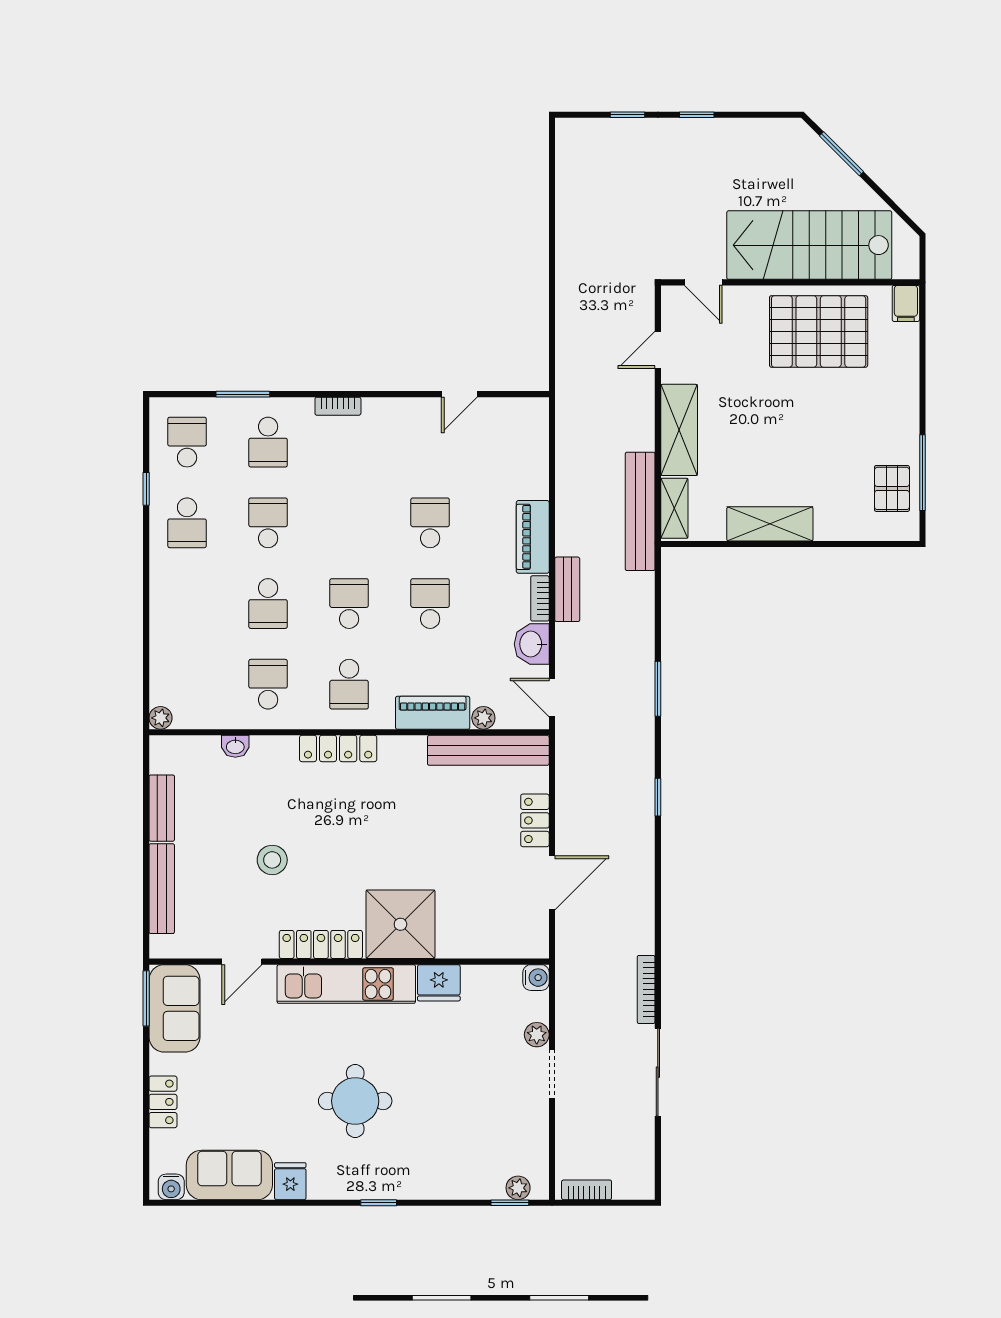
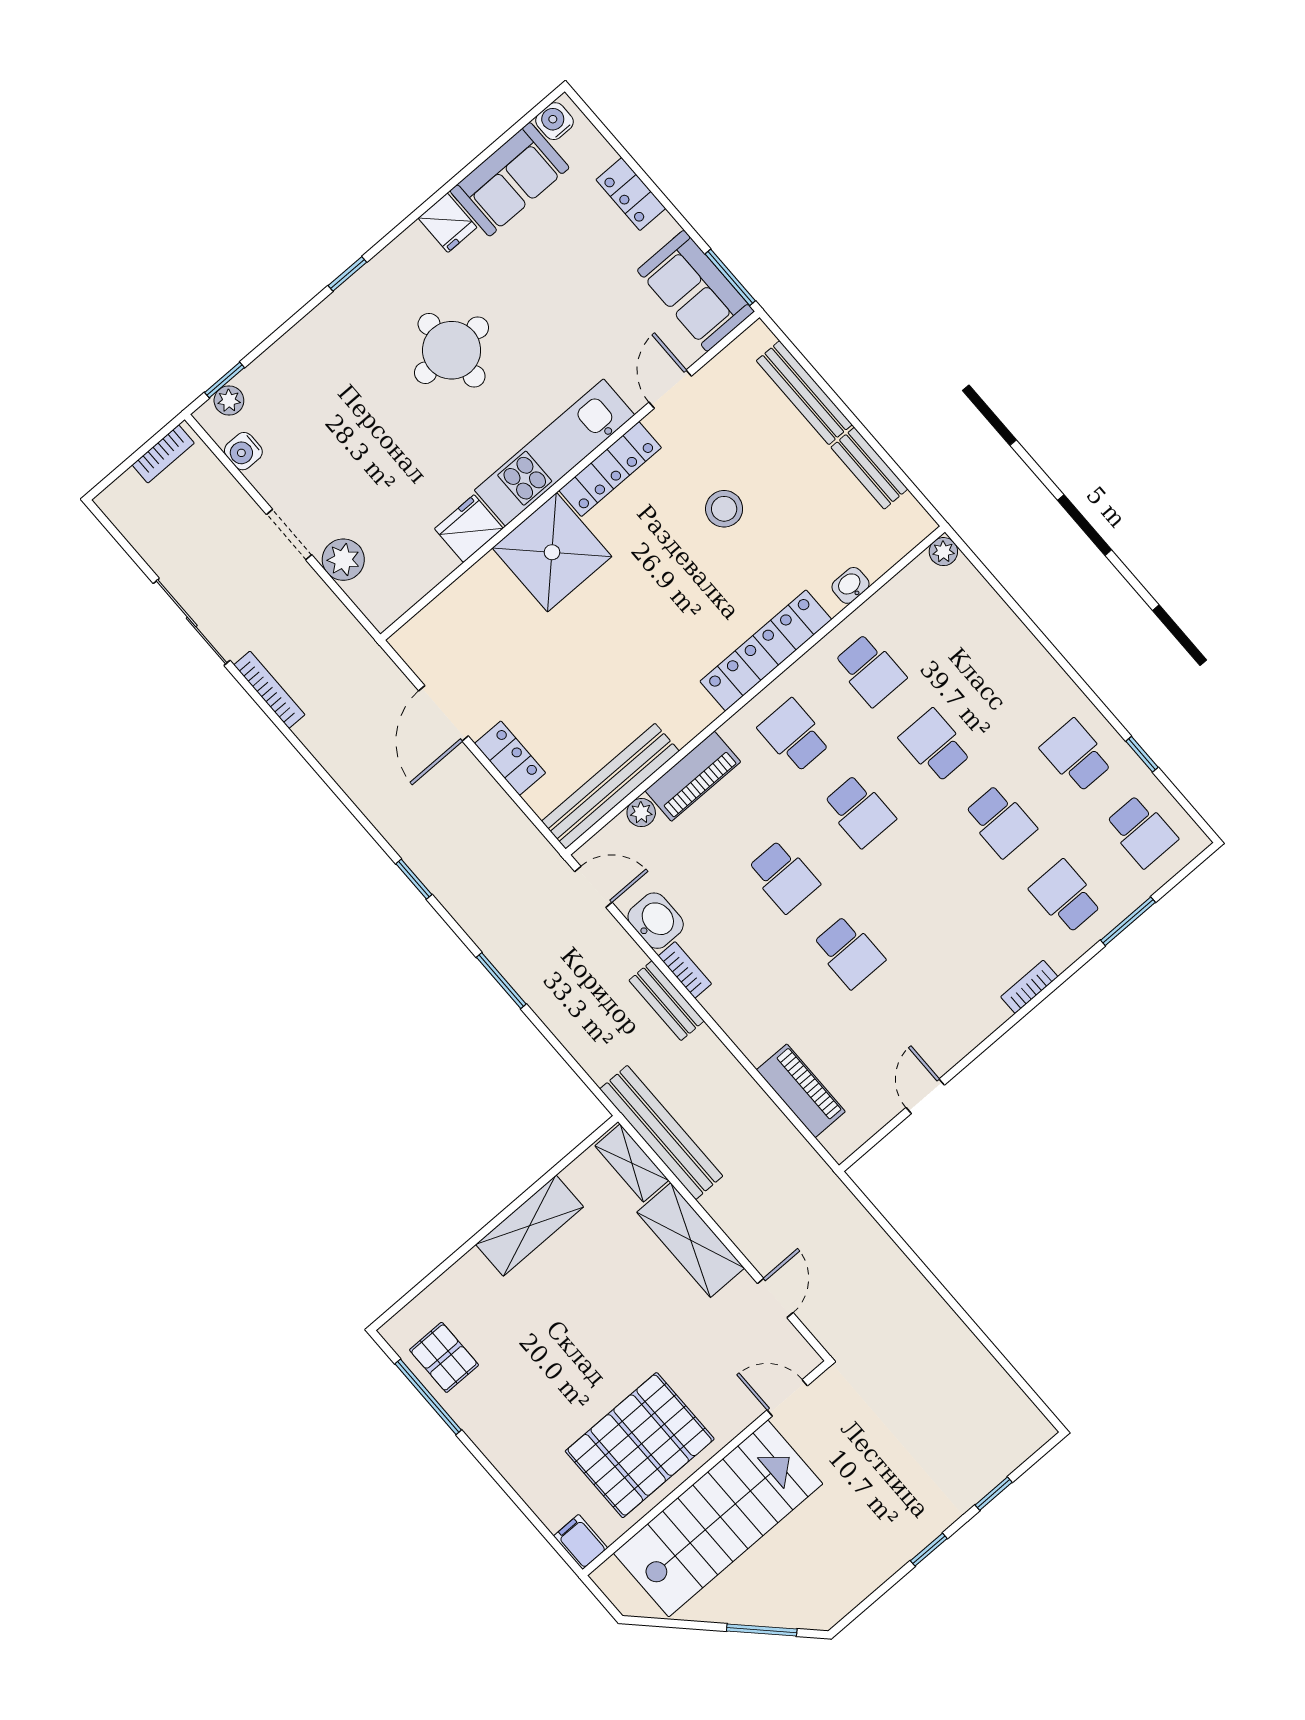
piano: (533, 537) -> (801, 1091), moved
locker: (338, 748) -> (766, 650), width x1.41, depth x1.21
water cooler: (536, 978) -> (243, 451), moved
plant: (537, 1035) -> (343, 560), width x1.38, depth x1.38

